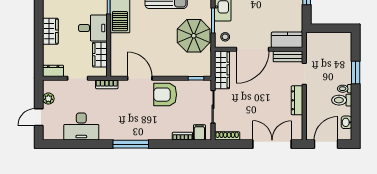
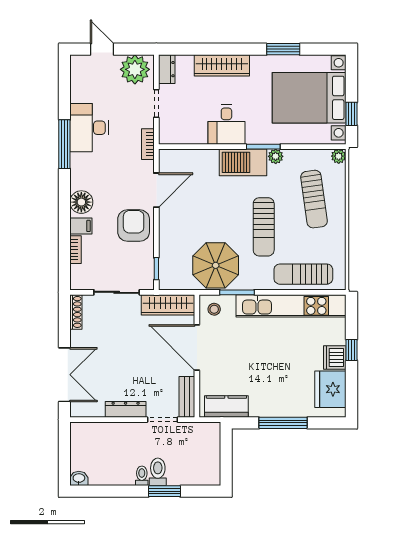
wardrobe: (50, 31) -> (222, 65), width x1.50
kitchen counter: (287, 40) -> (226, 407), moved, turned -90
wardrobe: (100, 55) -> (189, 134), removed
plant: (48, 99) -> (135, 69), width x1.87, depth x1.87
toilet: (342, 100) -> (158, 472), moved
washbasin: (346, 122) -> (79, 478), moved
desk: (81, 126) -> (89, 128), moved
floor lamp: (148, 132) -> (81, 202), added
filing cabinet: (199, 132) -> (81, 226), moved
window: (131, 144) -> (64, 144), moved
door: (326, 144) -> (64, 450), removed

